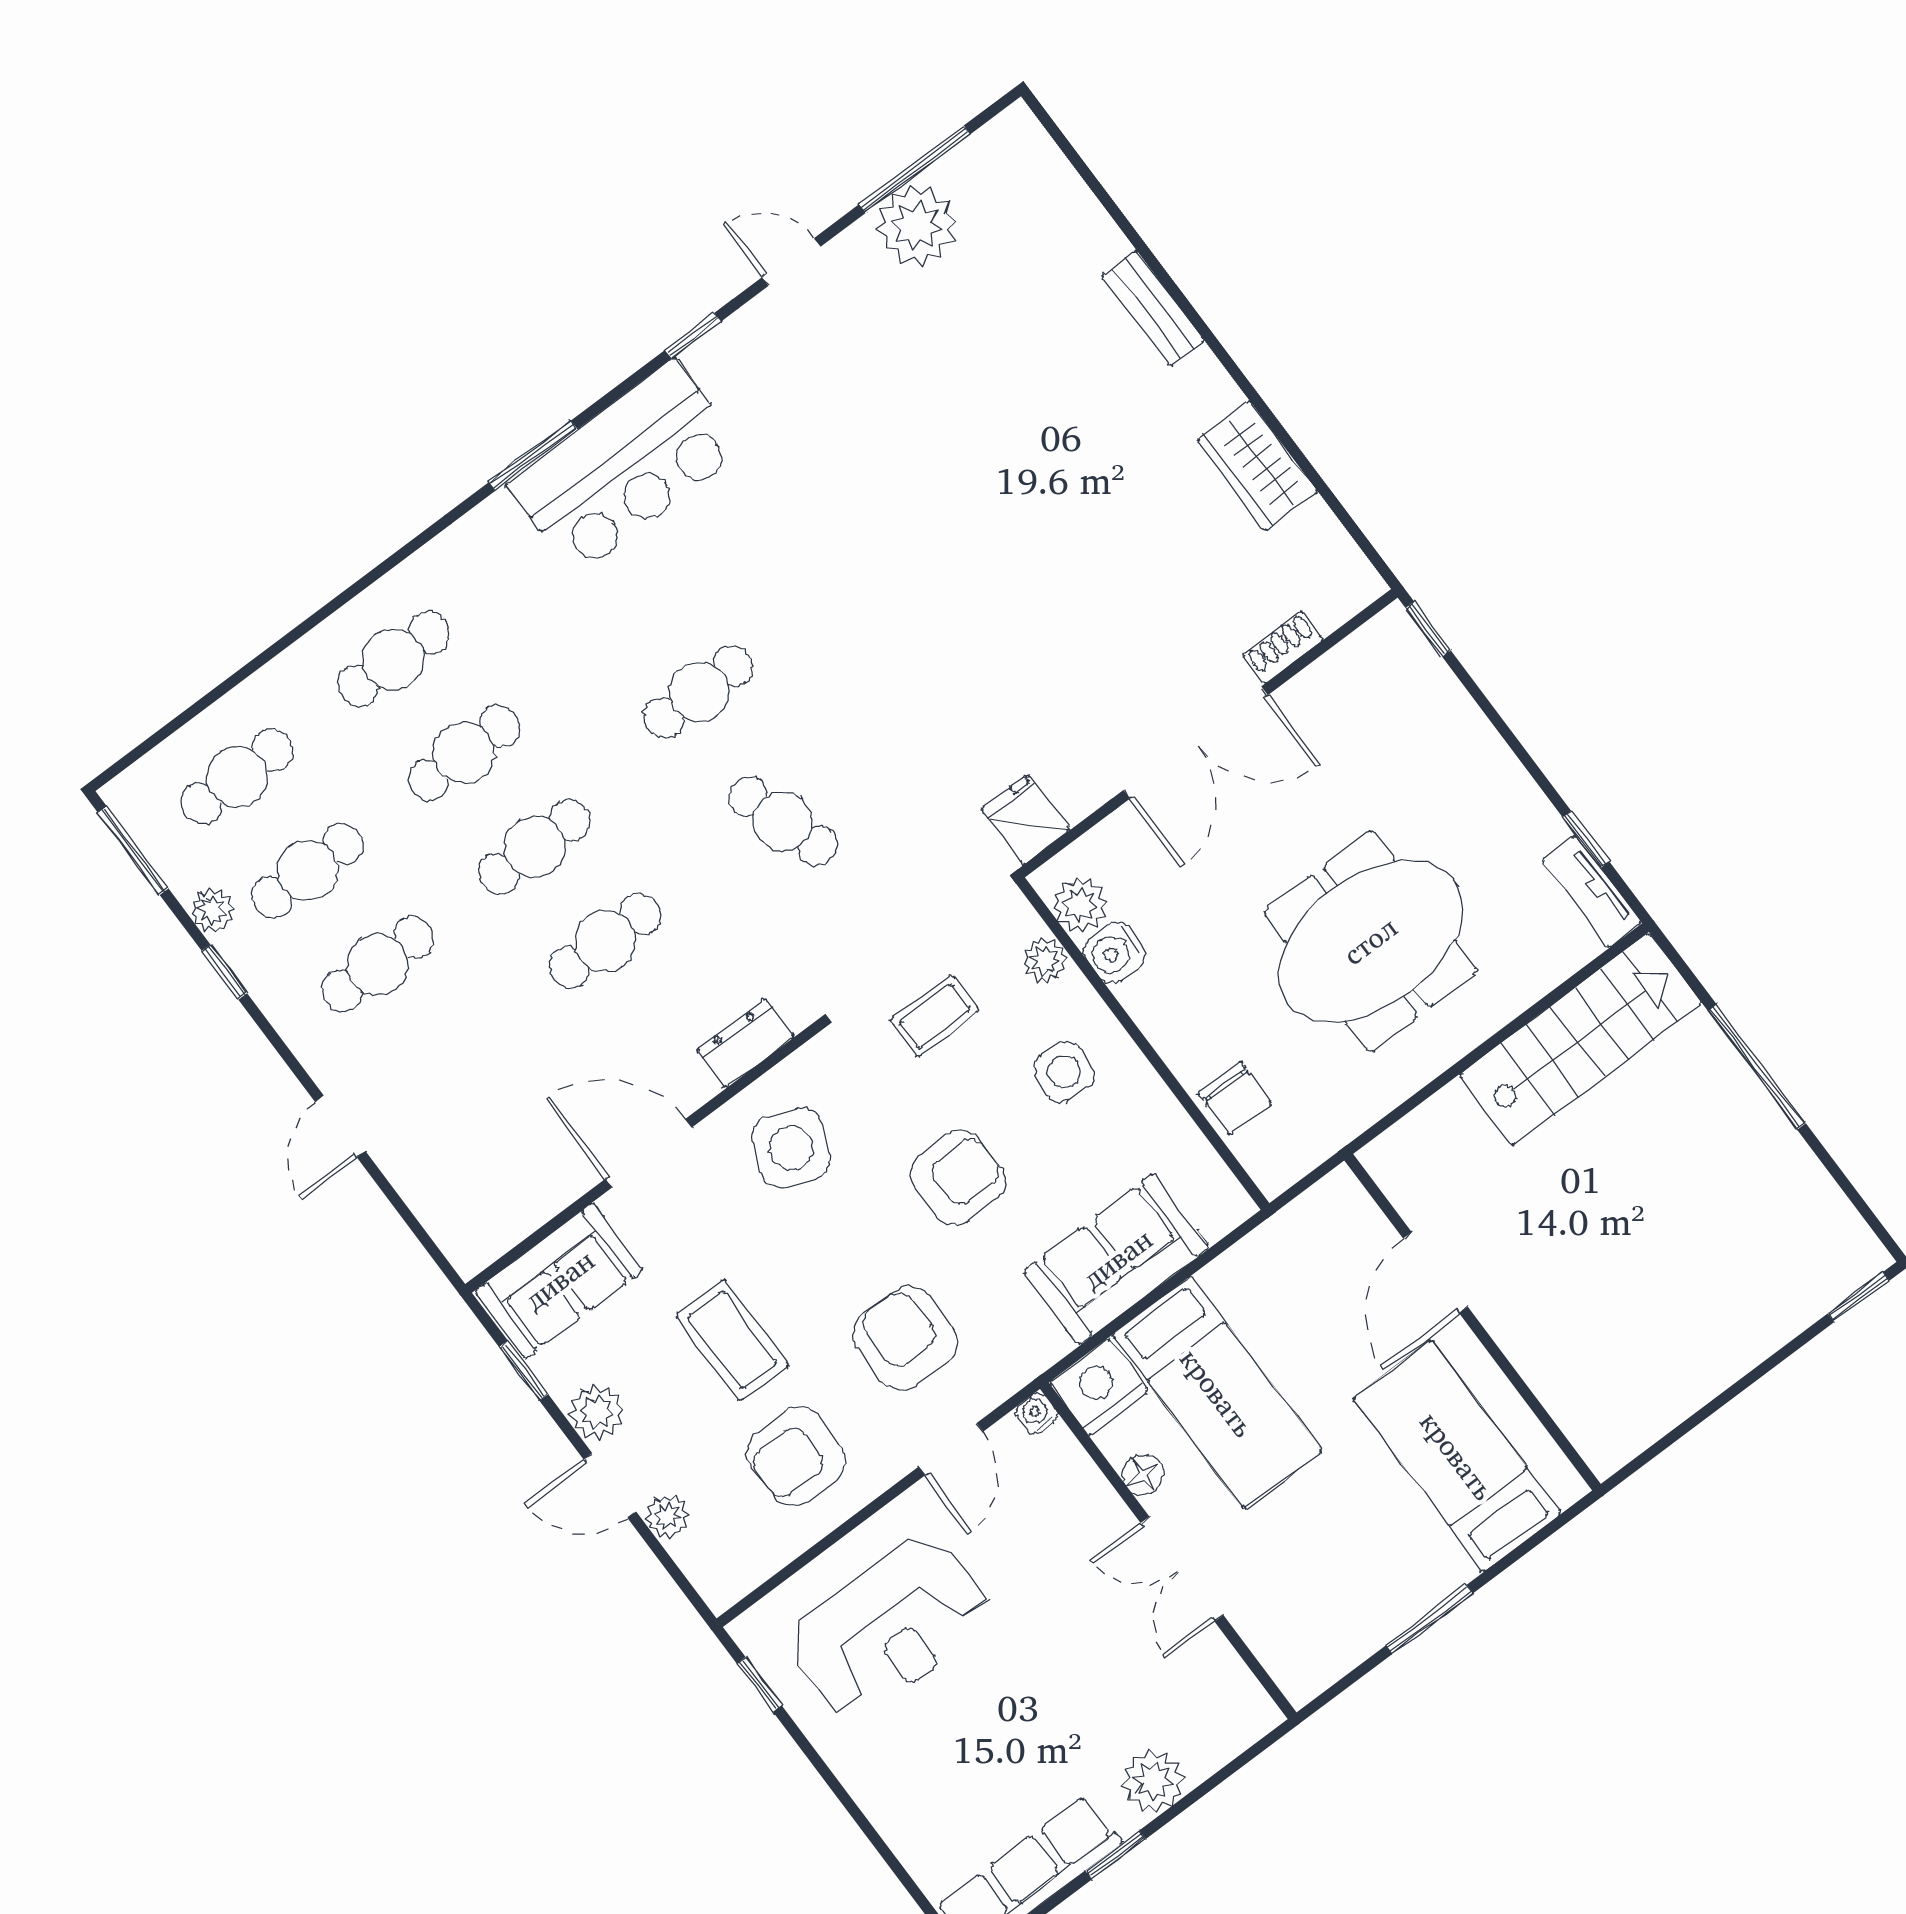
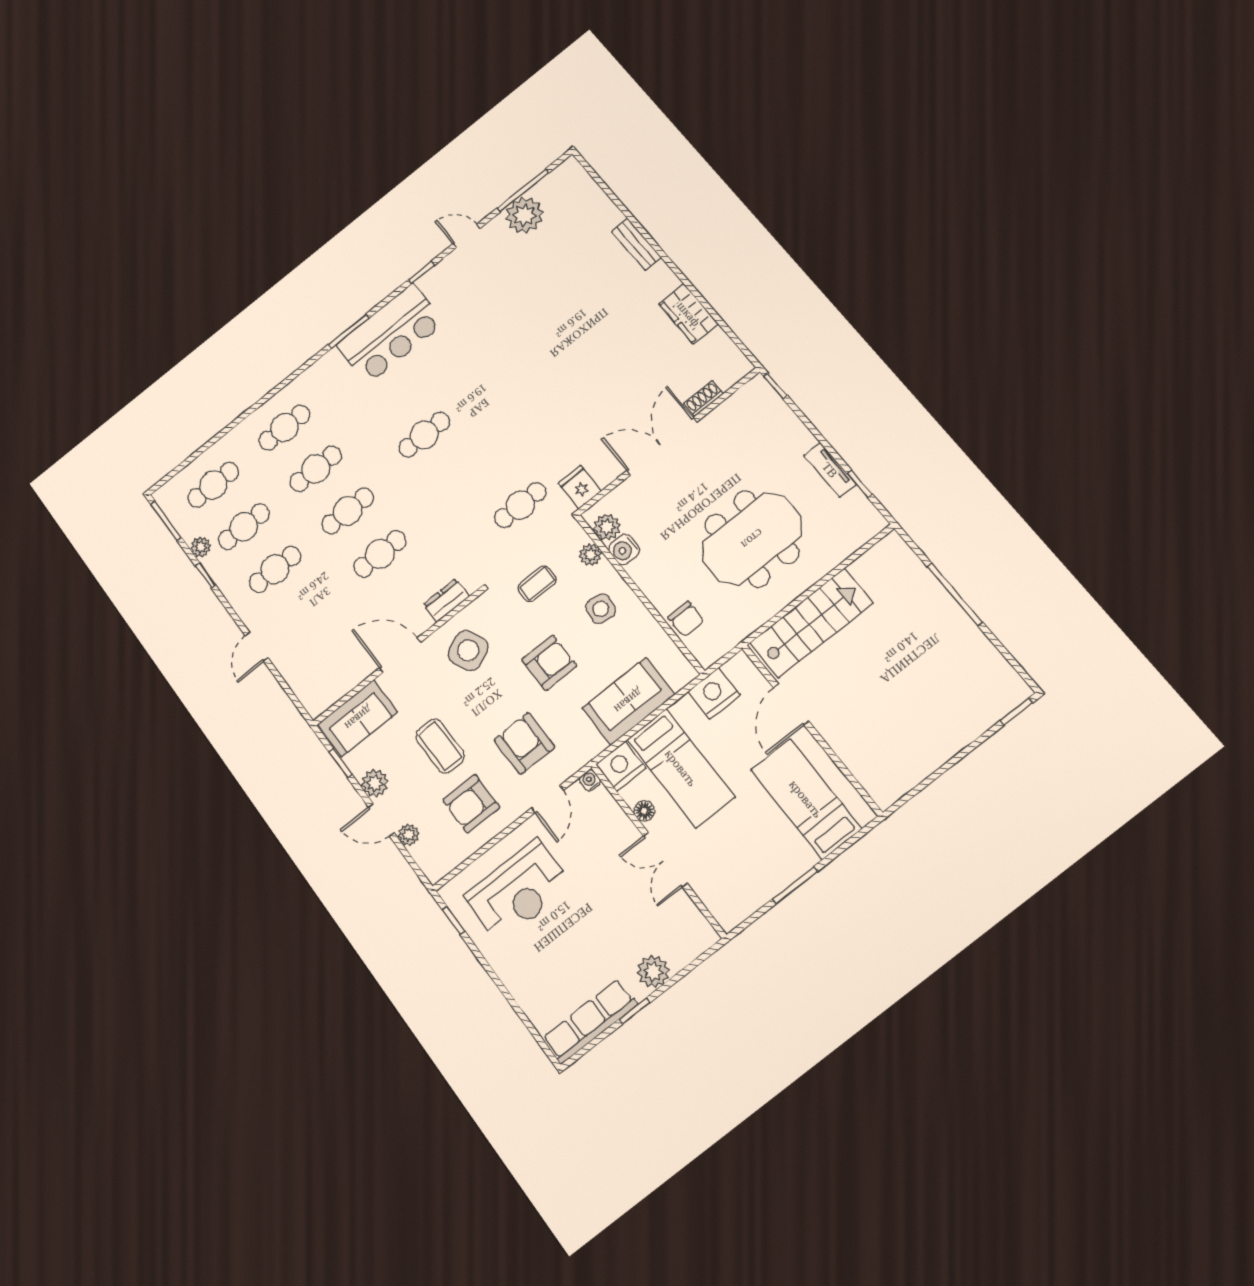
double door: (1196, 743) -> (662, 446), swing flipped
cafe table: (783, 821) -> (520, 505), moved, turned -72
tv unit: (1592, 892) -> (830, 470), moved
stairs: (1581, 1039) -> (811, 623), moved
side table: (791, 1148) -> (468, 651), turned 45
nightstand: (1286, 1247) -> (714, 693), added

